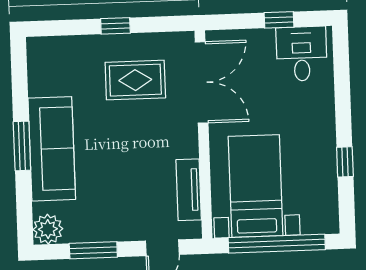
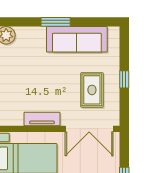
sofa: (52, 149) -> (77, 39), moved
tv unit: (189, 190) -> (42, 119), moved

